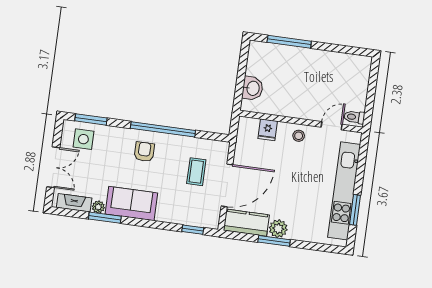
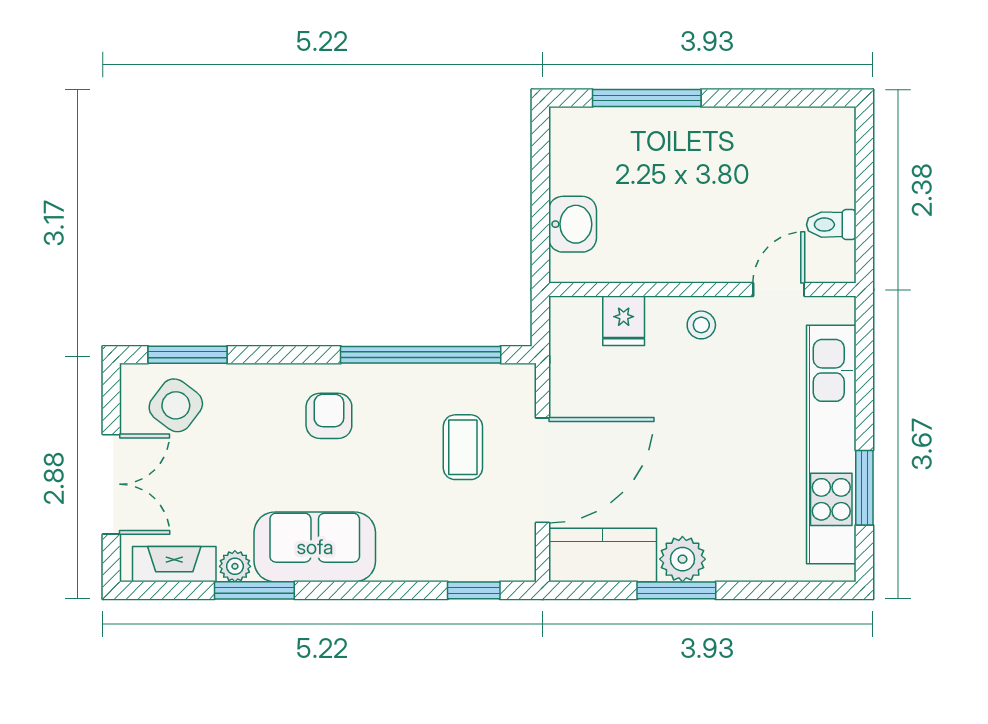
toilet: (354, 117) -> (831, 225), moved
window: (163, 129) -> (421, 355), moved
side table: (83, 139) -> (176, 405), turned 37

